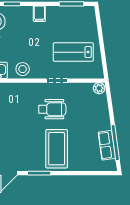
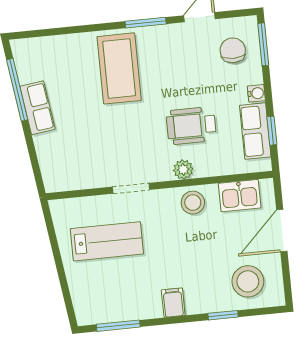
plant: (99, 88) -> (183, 170), moved
wheelchair: (52, 109) -> (191, 126), moved
row of seats: (107, 145) -> (37, 108), moved

